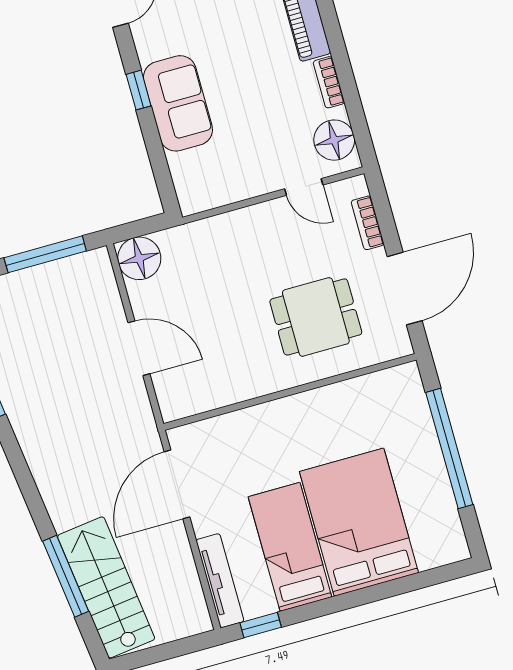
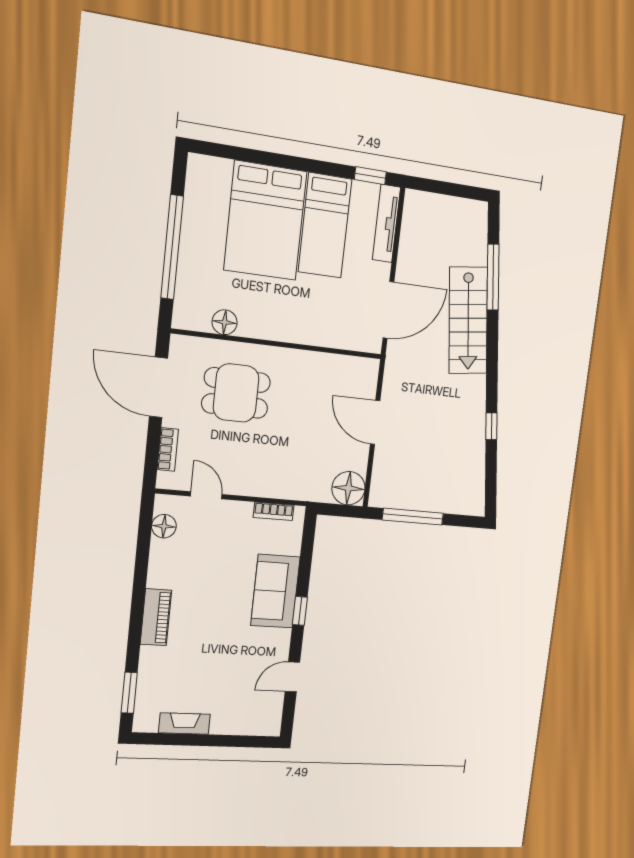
bookcase: (329, 82) -> (274, 511), moved, turned 90
floor lamp: (334, 140) -> (164, 526), width x0.73, depth x0.73
door: (405, 289) -> (159, 387), hinge flipped
floor lamp: (360, 391) -> (225, 322), added
stairs: (106, 587) -> (468, 320), moved

